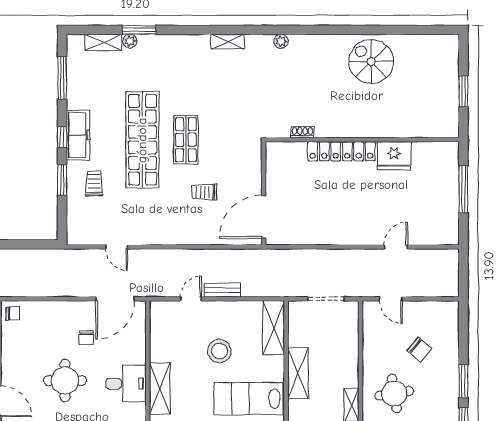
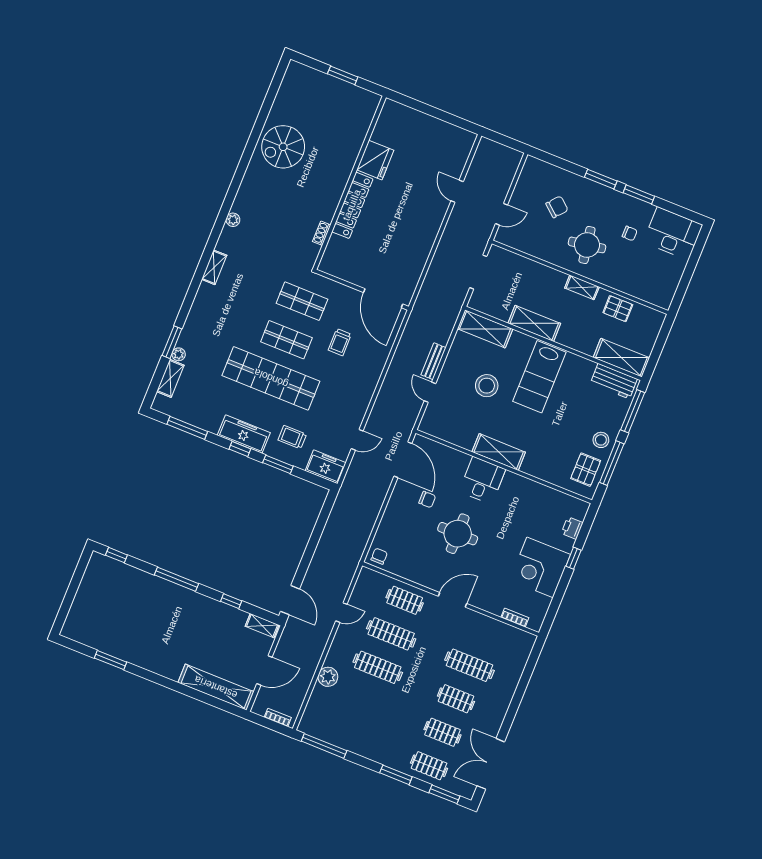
shop shelf: (229, 140) -> (302, 301), added
window: (463, 189) -> (430, 110), removed
freezer: (78, 227) -> (326, 467), added

